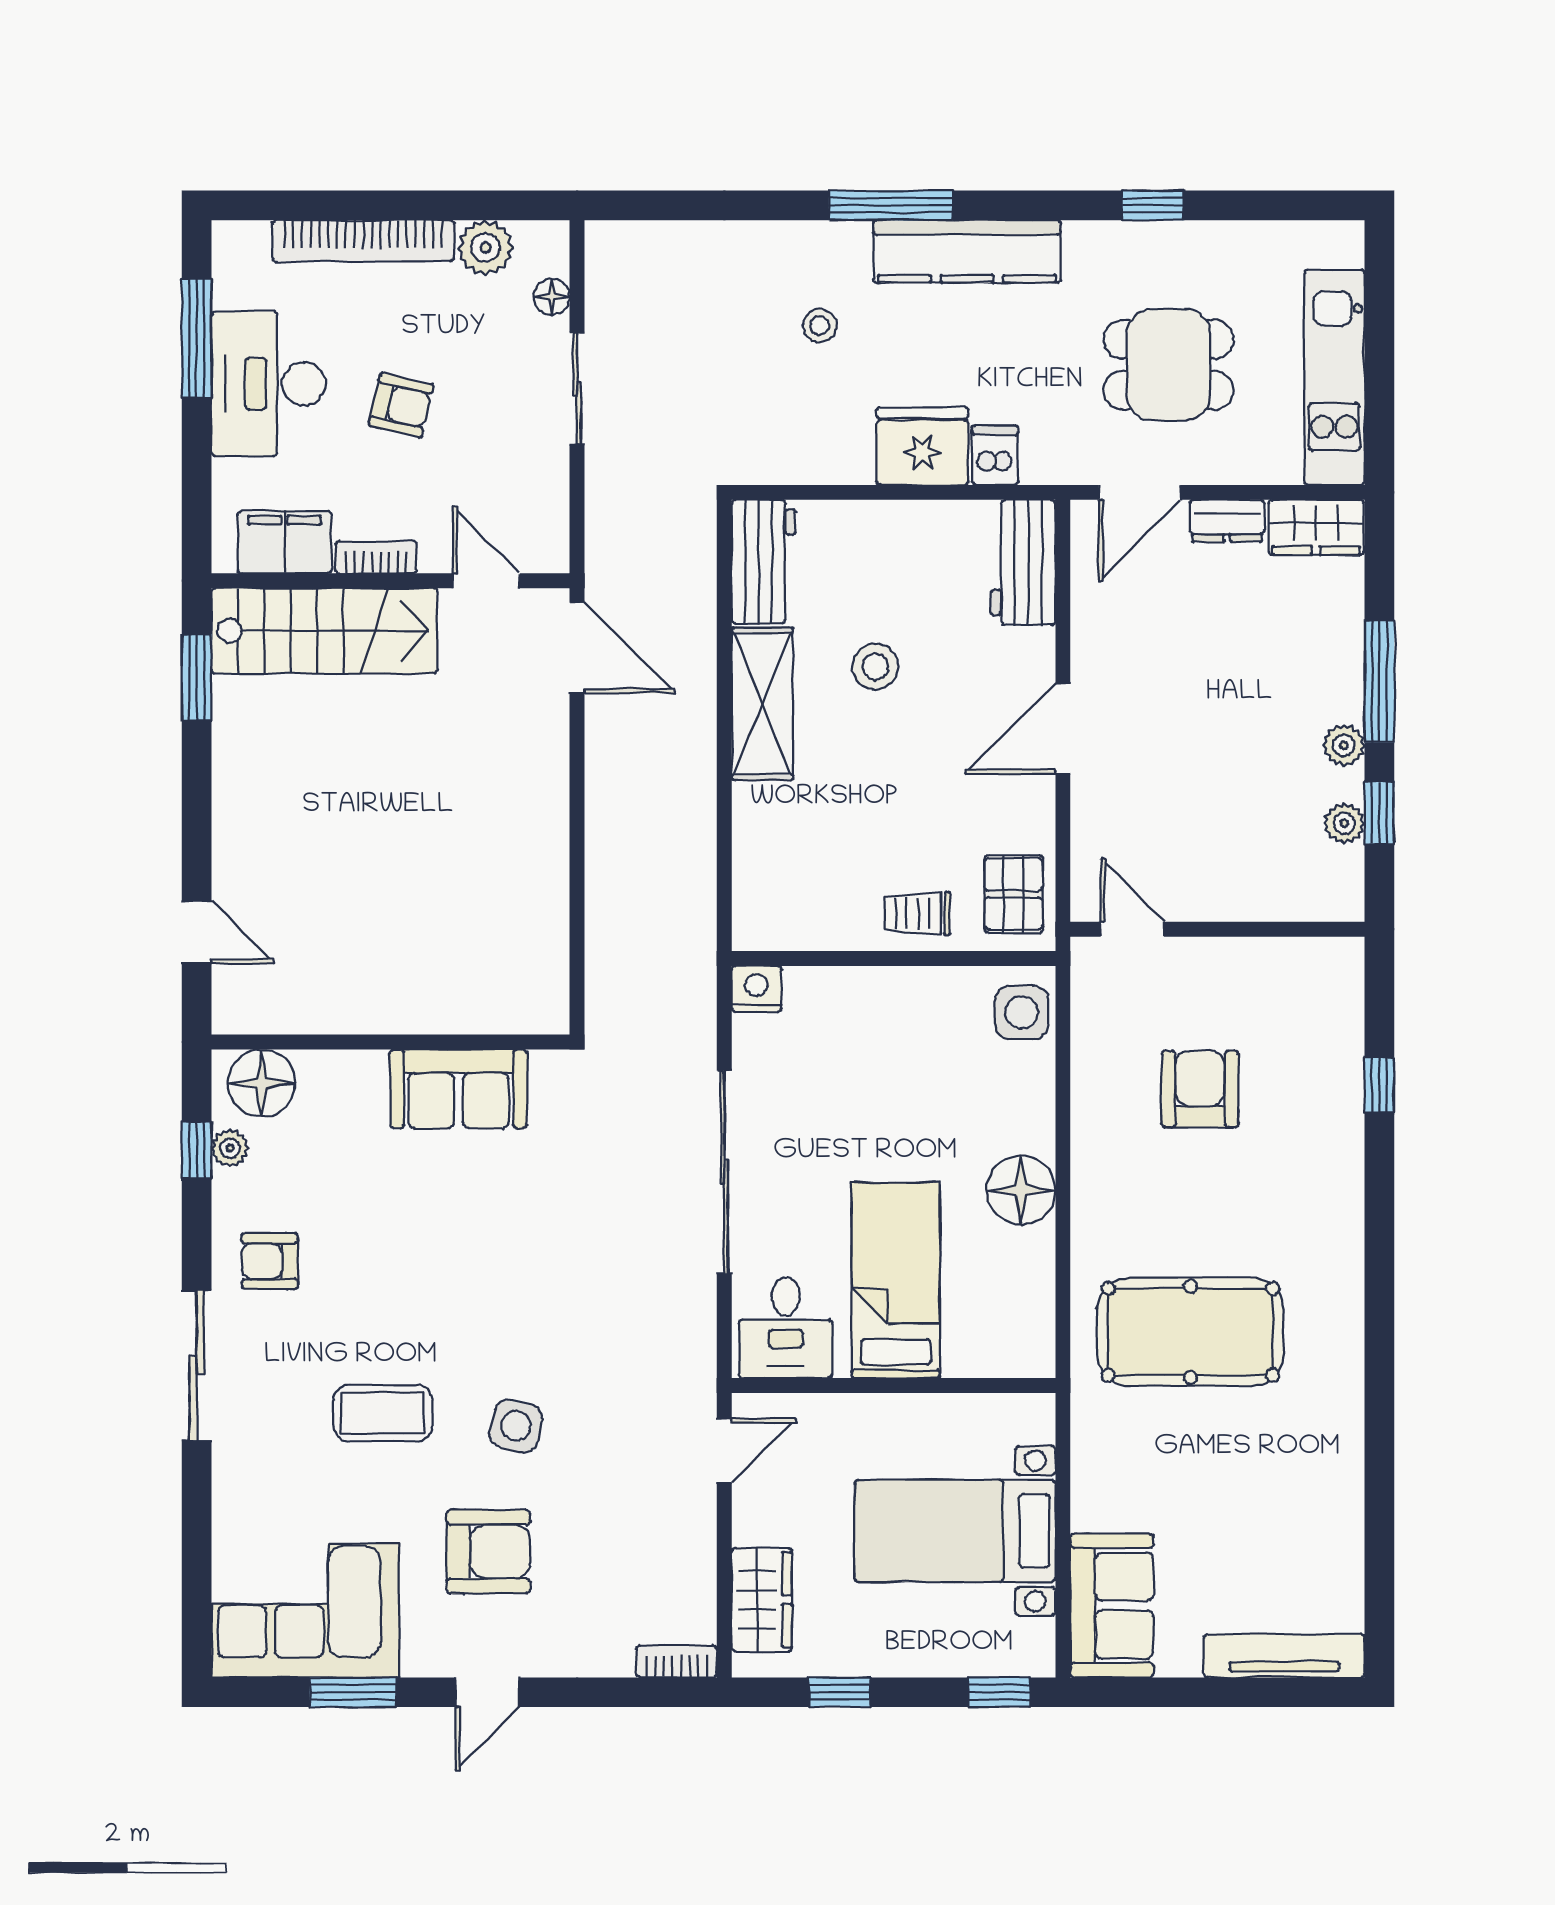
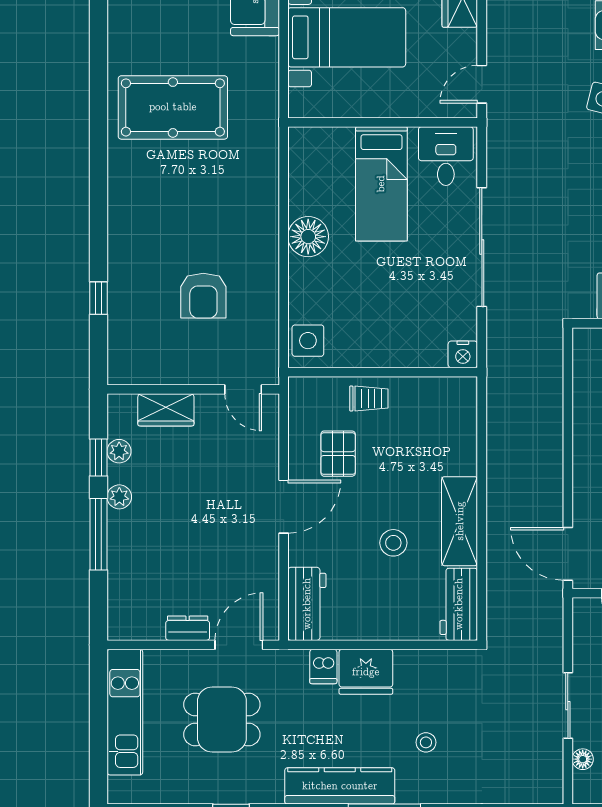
wardrobe: (1316, 527) -> (166, 410), moved, turned 180
pallet: (1014, 894) -> (338, 454), moved
pool table: (1190, 1332) -> (173, 107), moved

